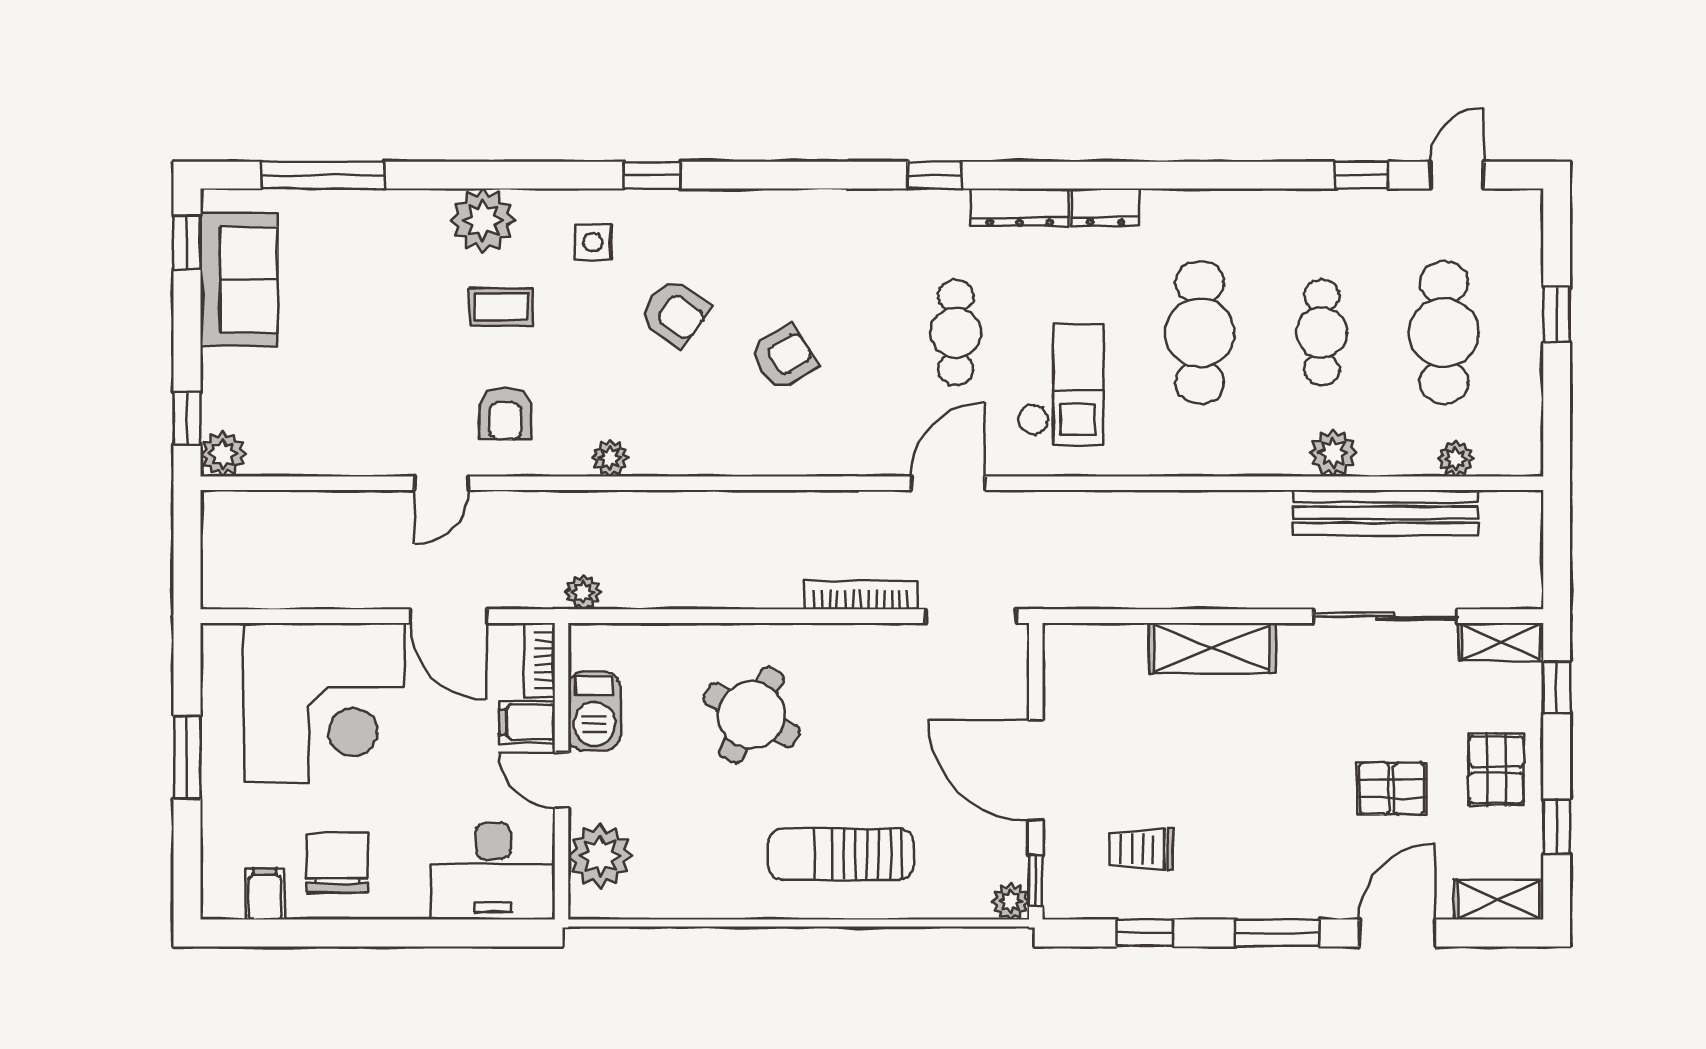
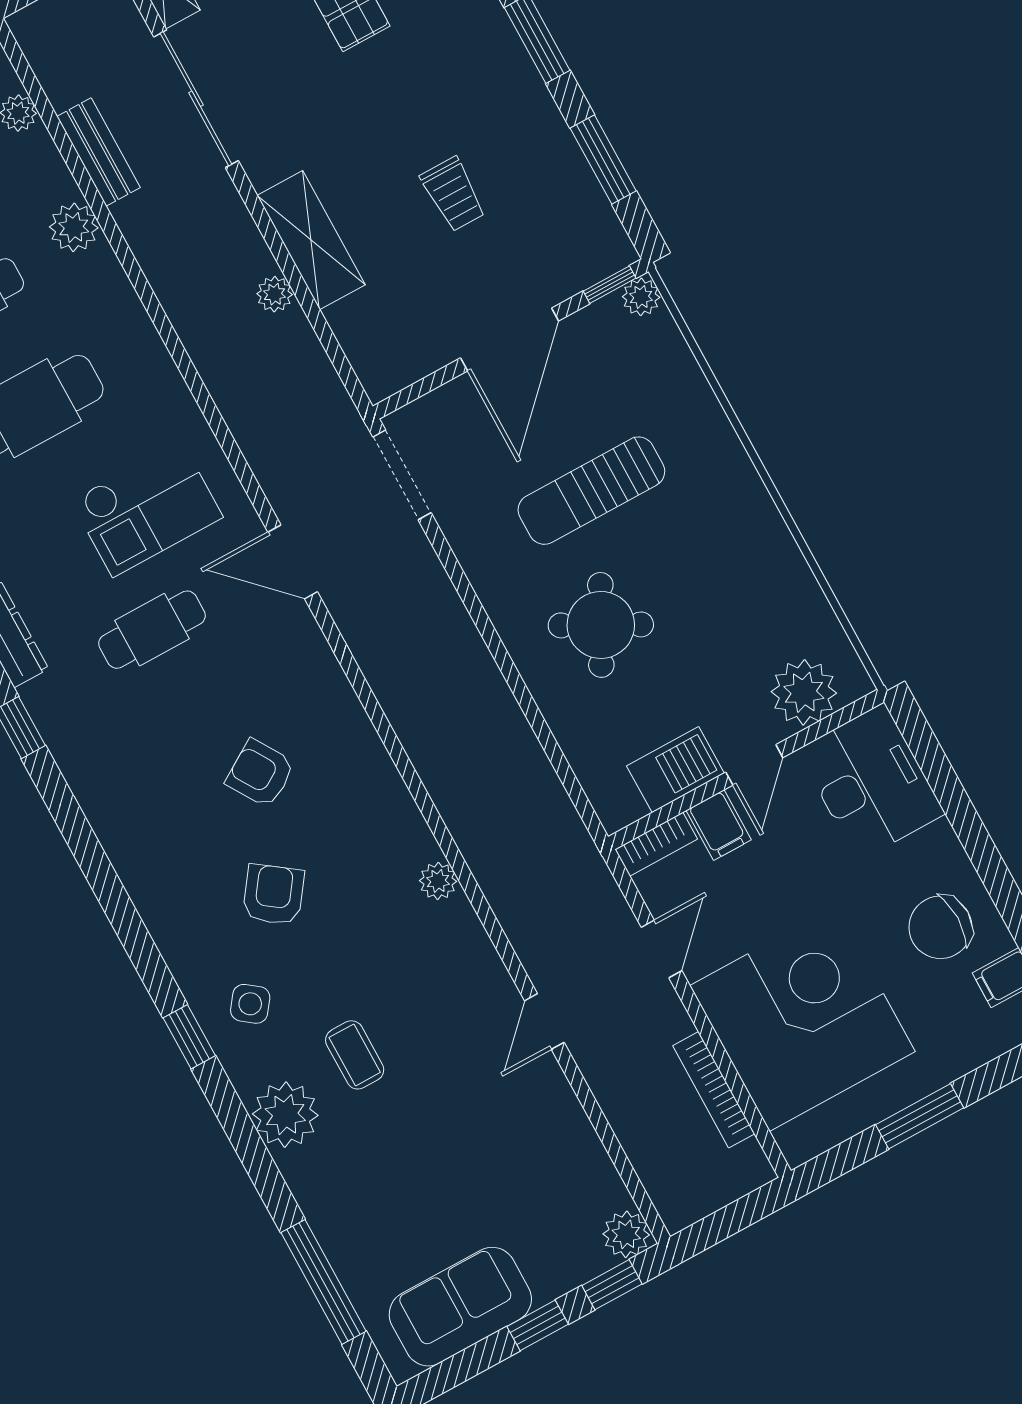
window: (652, 175) -> (189, 1037), moved
side table: (593, 242) -> (250, 1004), turned 37
window: (187, 243) -> (538, 1325), moved
checkout: (1061, 384) -> (147, 509), turned 180
armchair: (505, 414) -> (449, 998), removed
door: (441, 483) -> (544, 1022), swing flipped
bench: (1385, 513) -> (99, 152), width x0.54, depth x0.82
plant: (583, 592) -> (275, 294), moved
bookcase: (861, 595) -> (714, 1090), moved
door: (449, 616) -> (662, 949), width x0.73
trolley: (1141, 849) -> (453, 194), moved
sun lounger: (841, 854) -> (591, 491), moved, turned 90
window: (1145, 933) -> (603, 159), width x1.50

